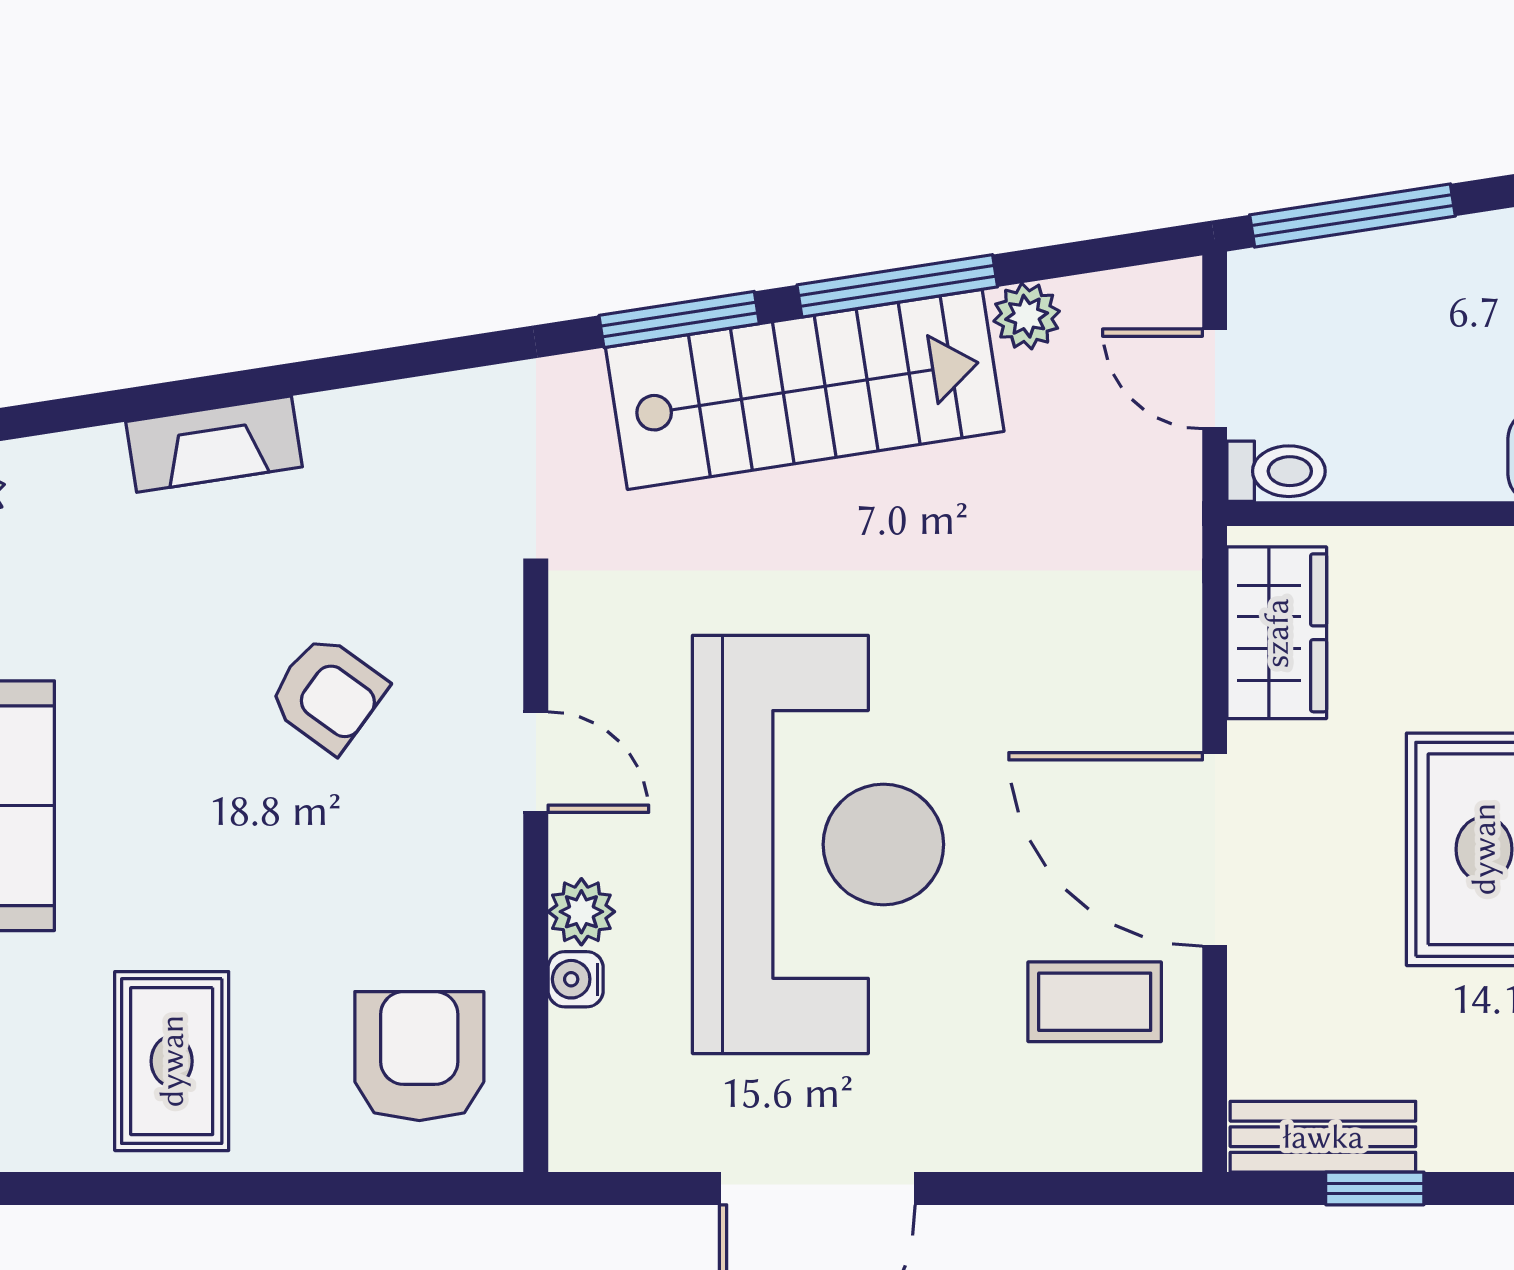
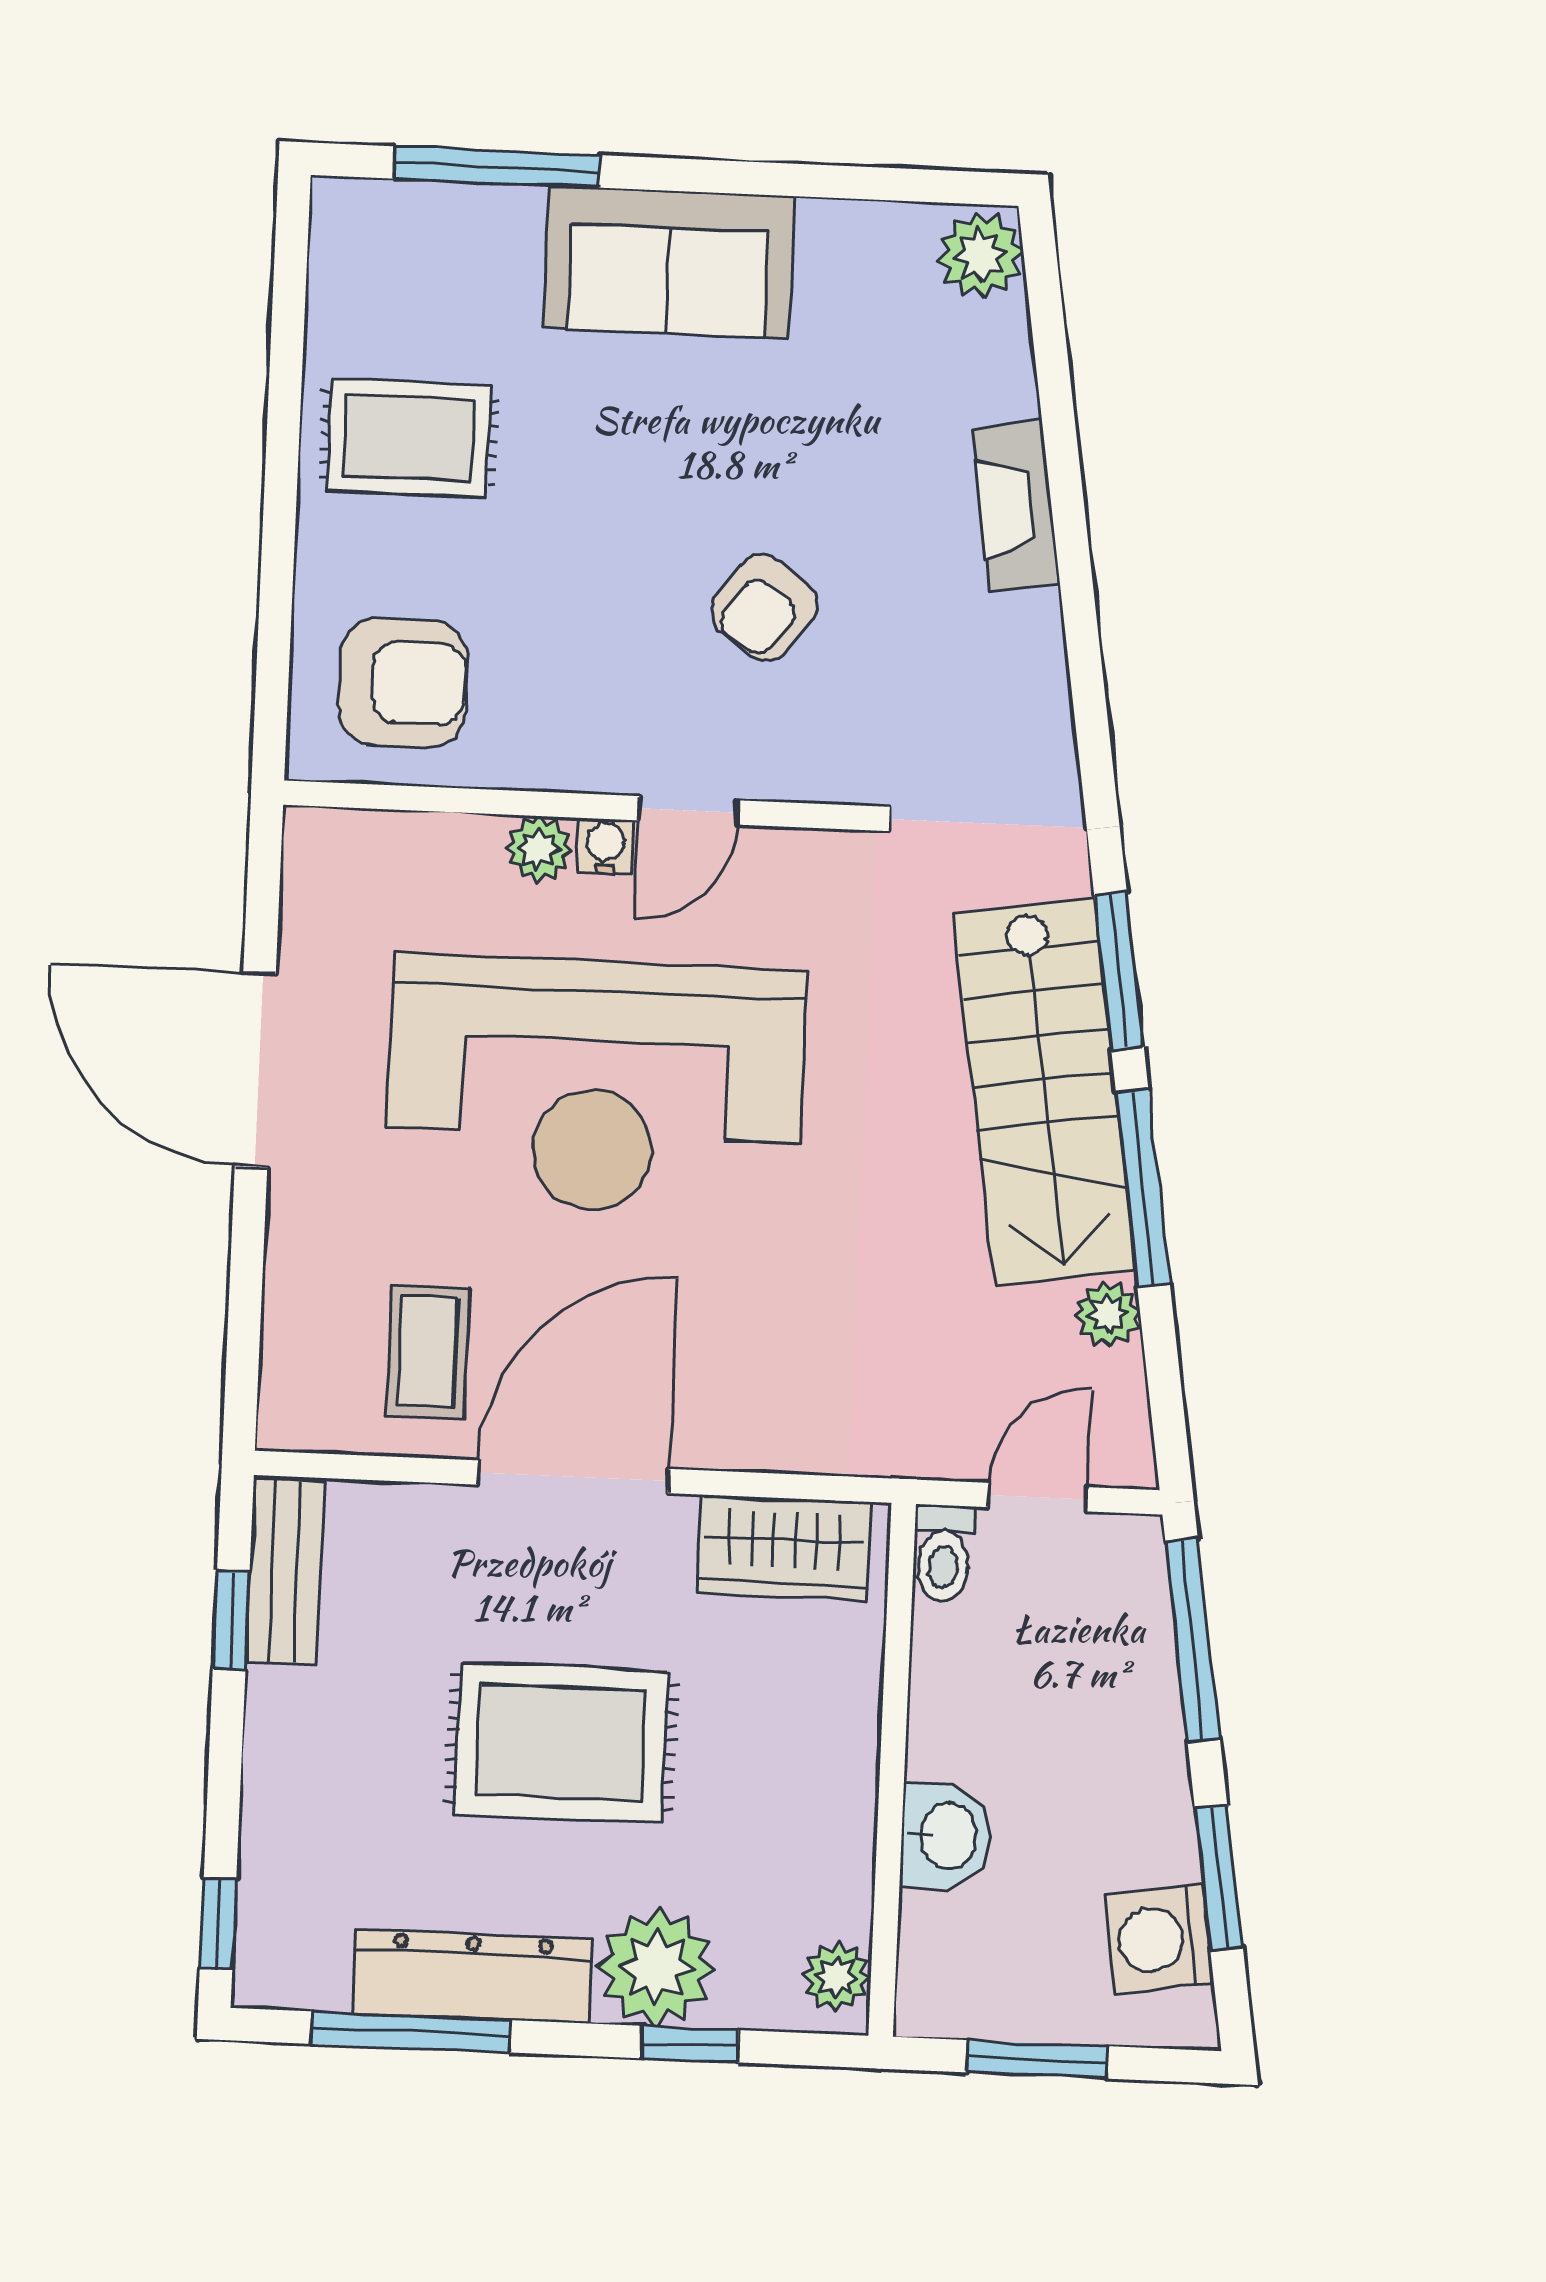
water cooler: (576, 979) -> (605, 846), moved

